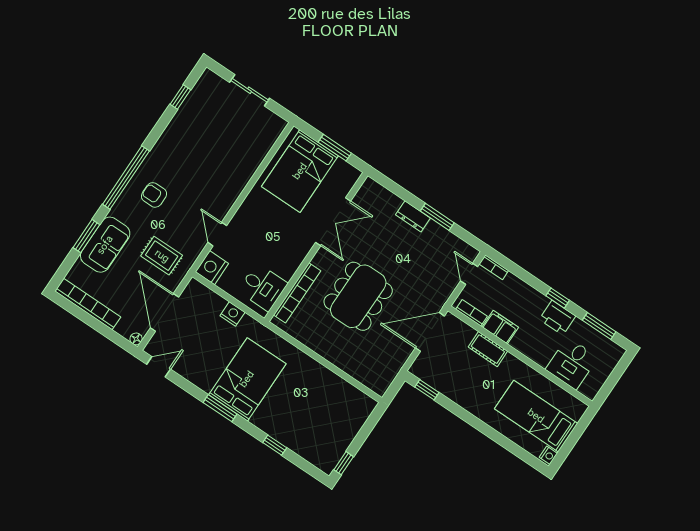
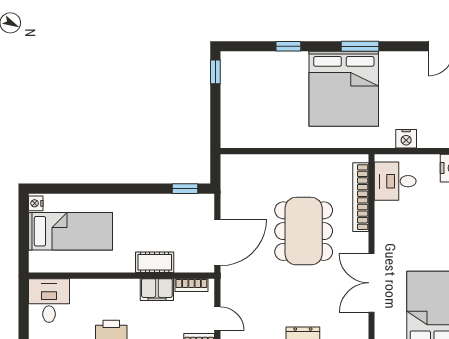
desk: (572, 363) -> (49, 300), moved
bed: (247, 379) -> (344, 89), width x1.36

